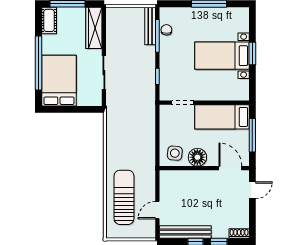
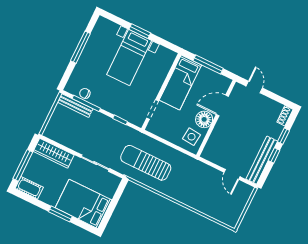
window: (38, 63) -> (60, 214), width x0.47
door: (230, 168) -> (222, 105), moved
sun lounger: (124, 197) -> (146, 163), moved

